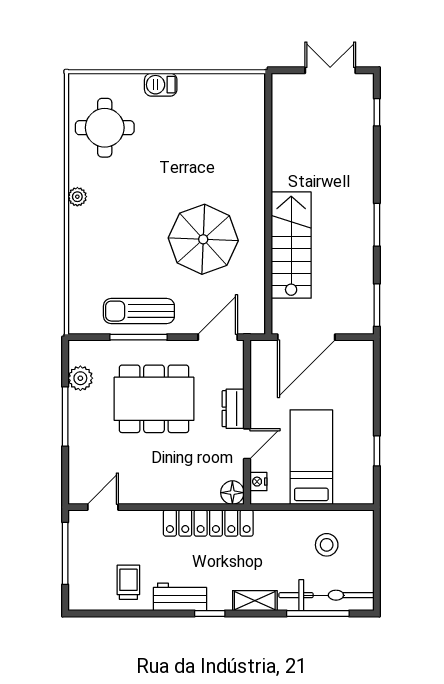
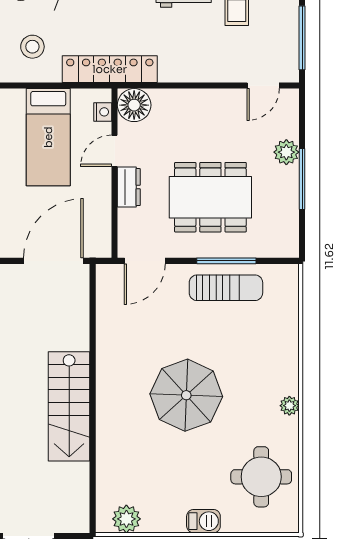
plant: (235, 87) -> (126, 519), added
parasol: (203, 239) -> (186, 395), moved
stairs: (291, 245) -> (69, 406), moved
plant: (80, 378) -> (286, 152), moved
floor lamp: (232, 493) -> (134, 105), width x1.38, depth x1.38
locker: (208, 523) -> (110, 69), moved

